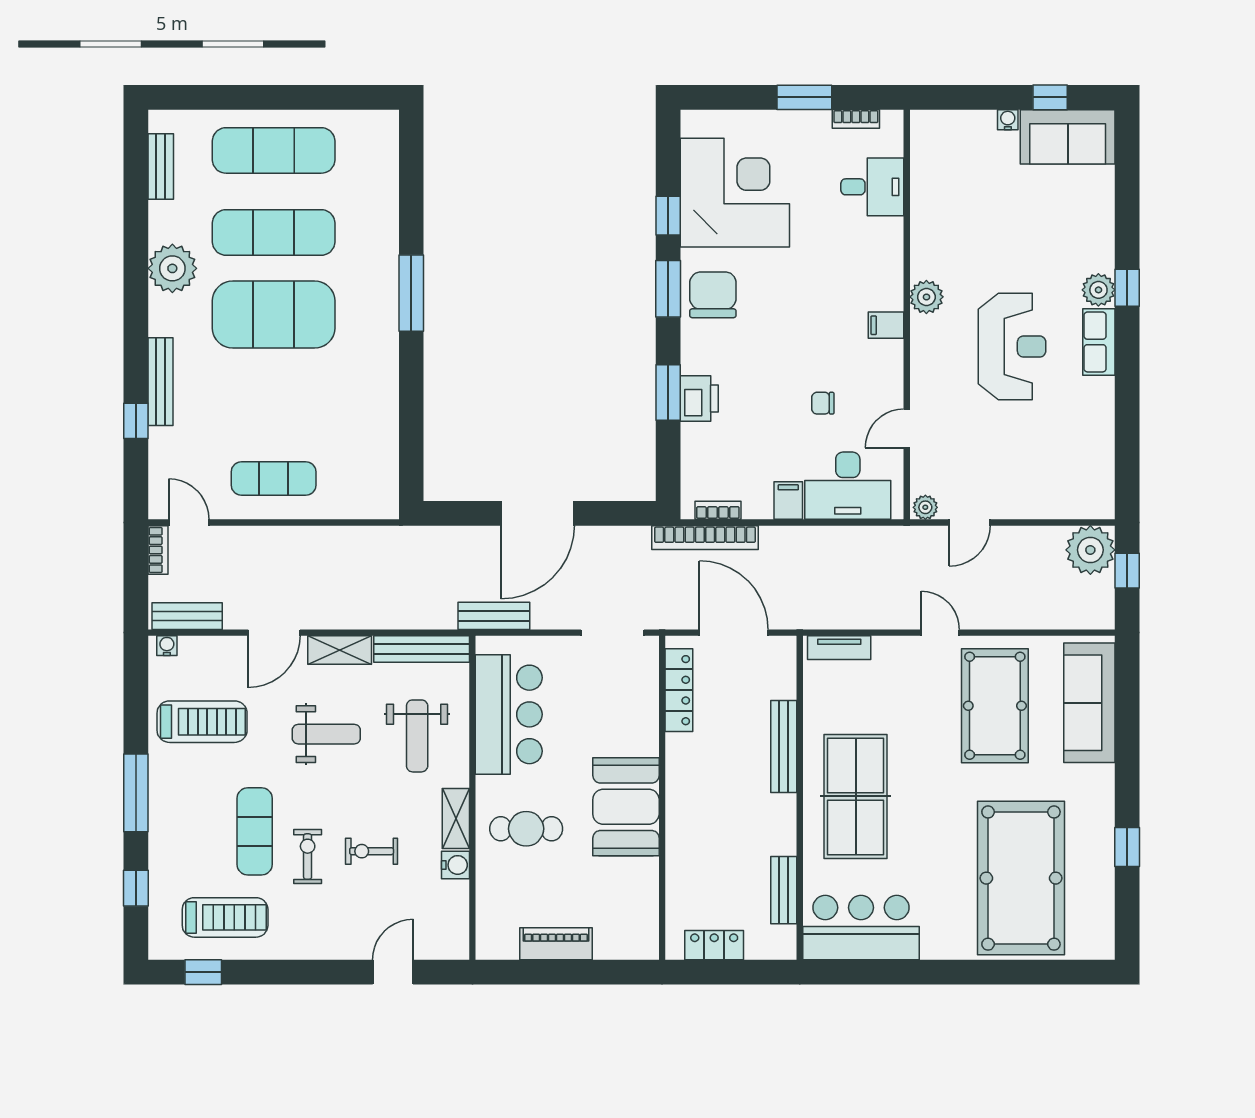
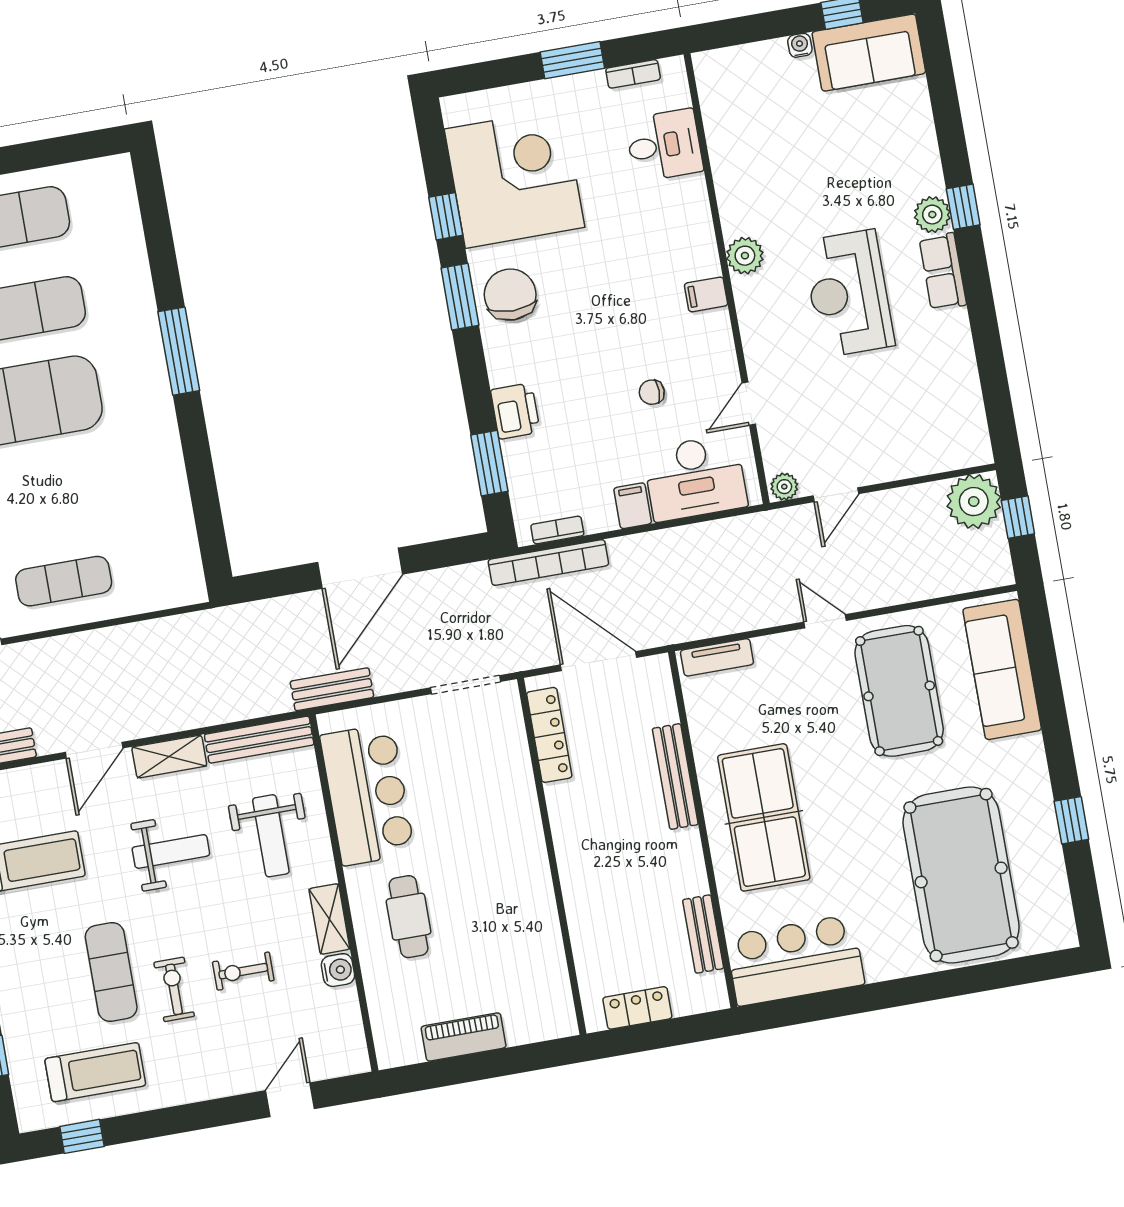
reception desk: (1012, 347) -> (848, 293), turned 180
window: (668, 393) -> (489, 463), moved
booth: (626, 807) -> (514, 873), removed
cafe table: (526, 829) -> (409, 917), turned 90

